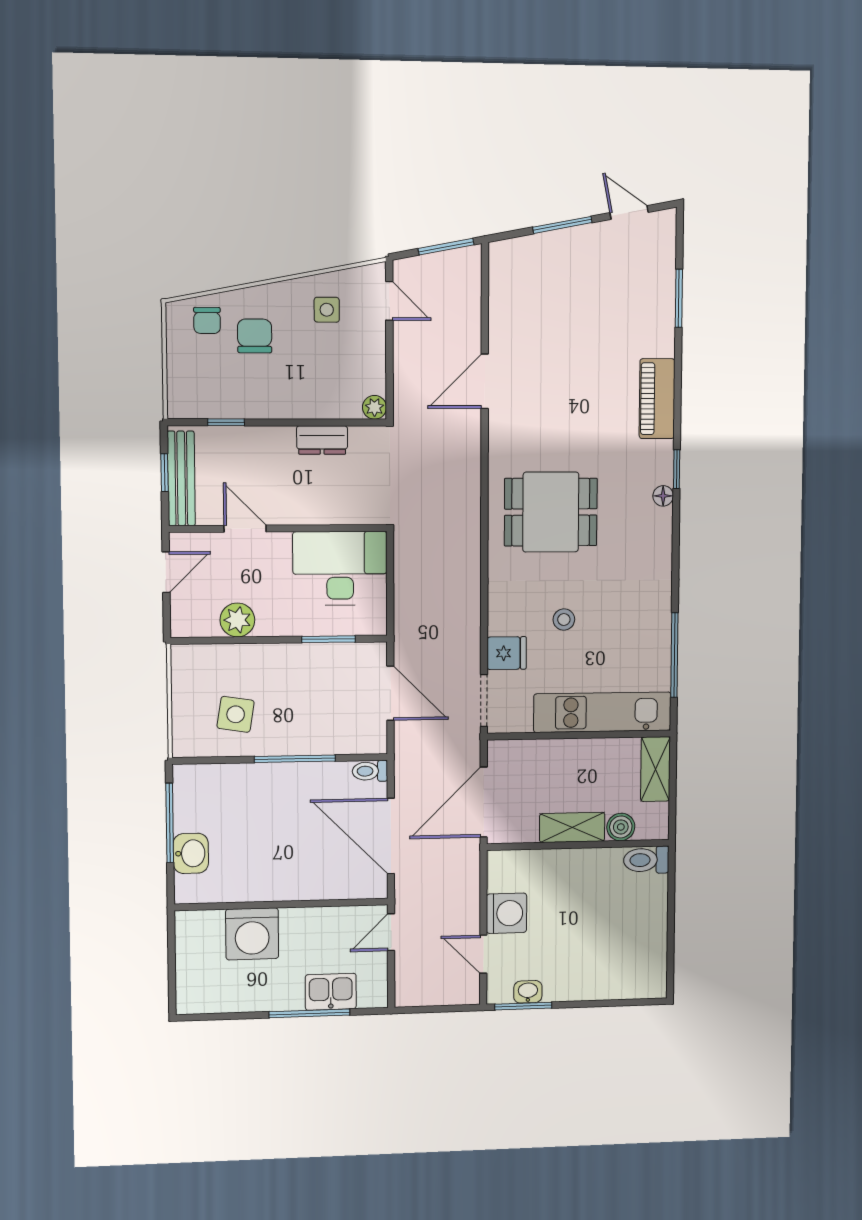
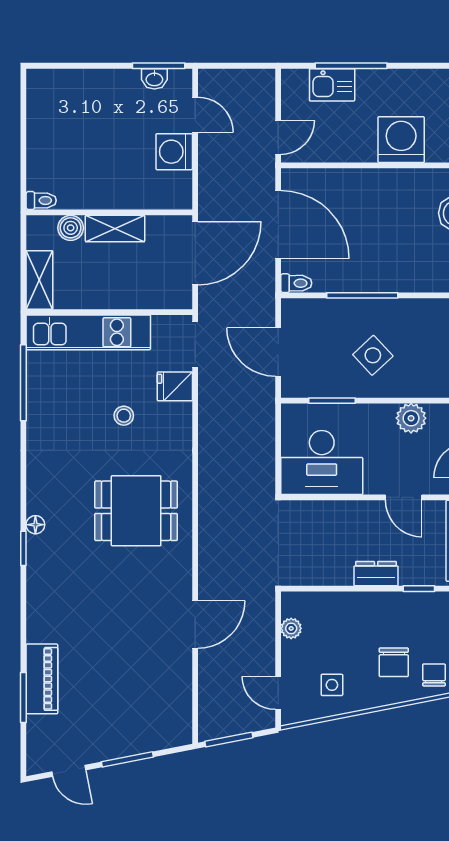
piano: (657, 399) -> (42, 679), moved
plant: (375, 407) -> (291, 628), moved
dresser: (322, 440) -> (376, 574), moved
side table: (236, 714) -> (373, 355), moved, turned 38
toilet: (646, 860) -> (41, 200), width x0.73, depth x0.72

